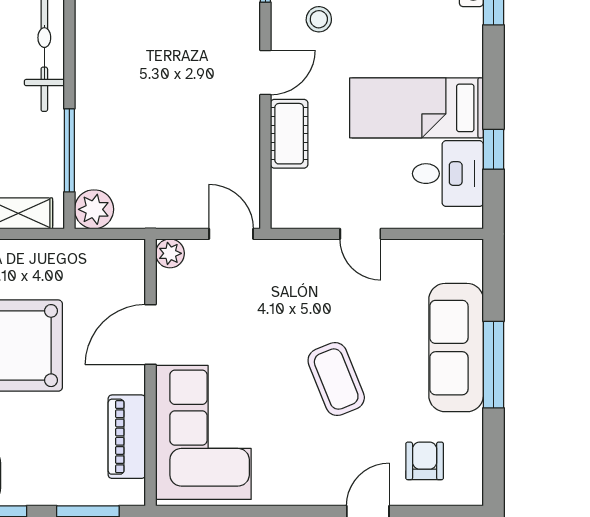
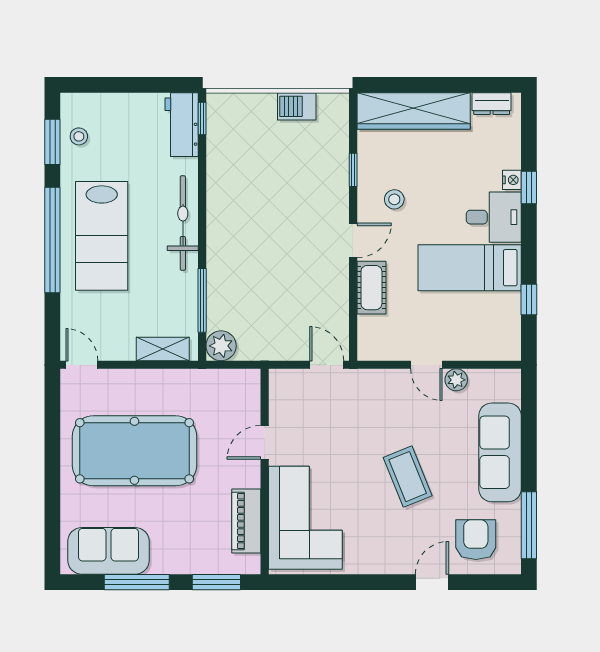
desk: (448, 174) -> (494, 217), moved
plant: (170, 253) -> (456, 380), moved
door: (150, 335) -> (265, 442), width x0.73
window: (493, 365) -> (529, 525), moved
armchair: (425, 461) -> (476, 540), width x1.38, depth x1.38

